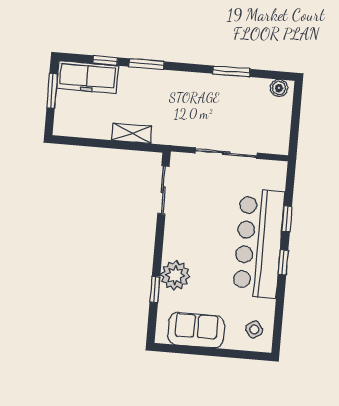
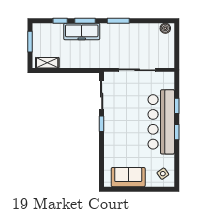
window: (231, 71) -> (118, 21), moved
freezer: (87, 77) -> (82, 31), moved
shelving: (132, 133) -> (47, 63), moved
plant: (175, 275) -> (113, 145), removed
window: (155, 289) -> (102, 124), moved

